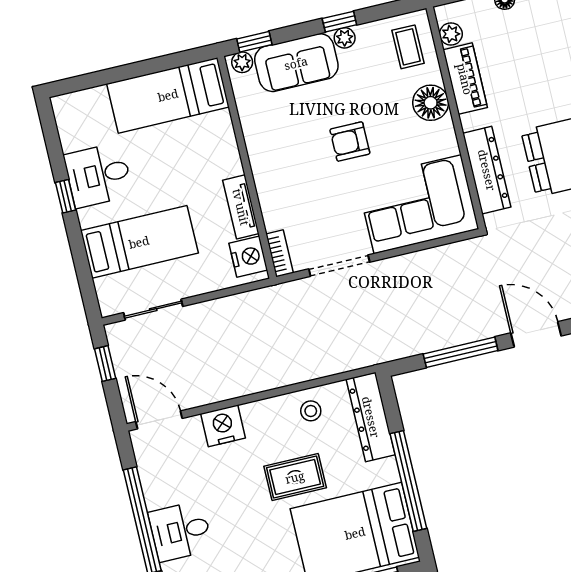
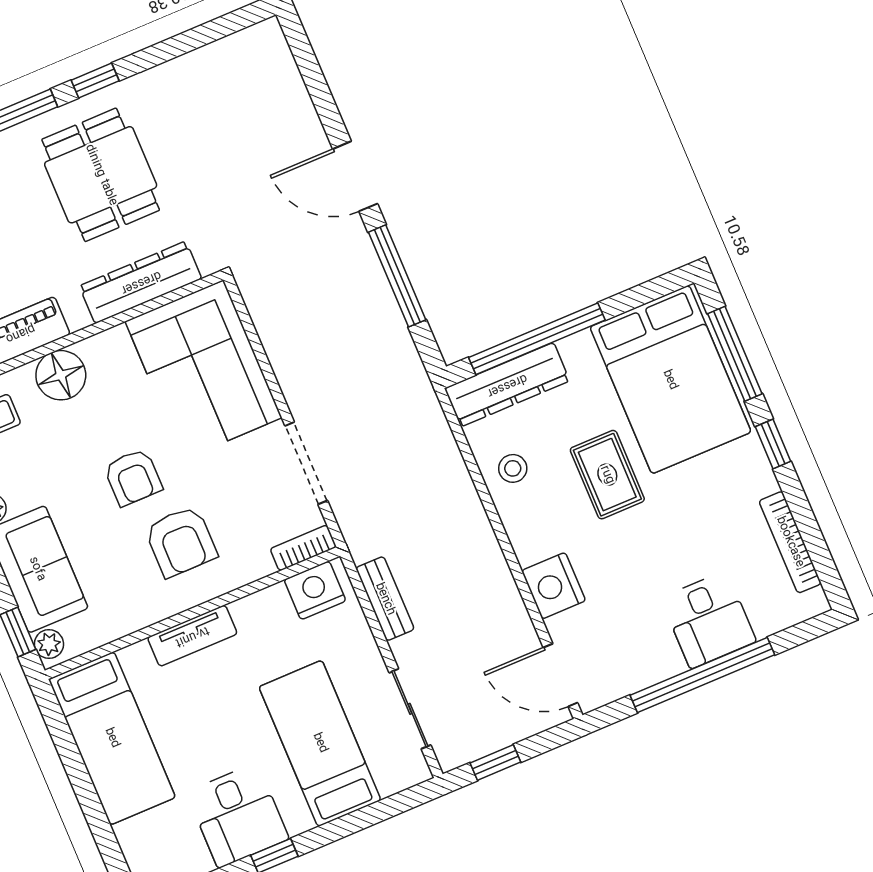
armchair: (299, 168) -> (181, 542), added
tv unit: (241, 207) -> (192, 636), moved
bench: (234, 305) -> (385, 599), added
door: (536, 334) -> (355, 176), hinge flipped
door: (159, 420) -> (560, 675), hinge flipped
window: (408, 481) -> (537, 339), moved

